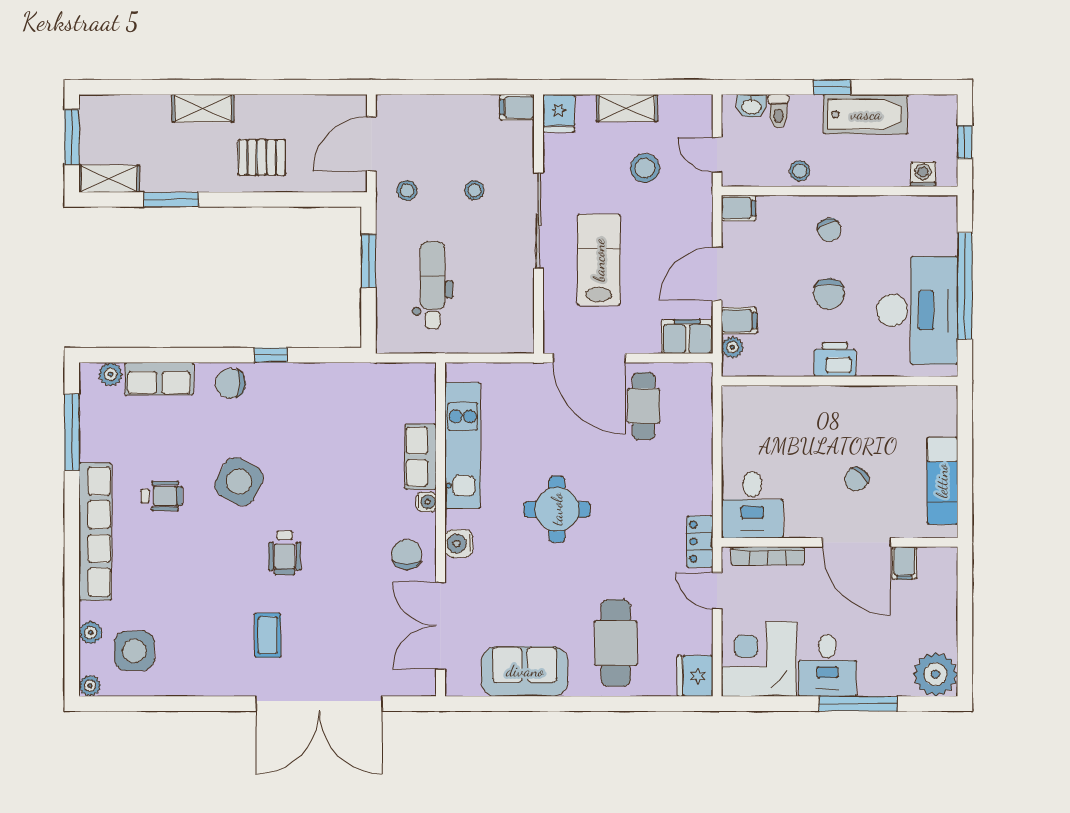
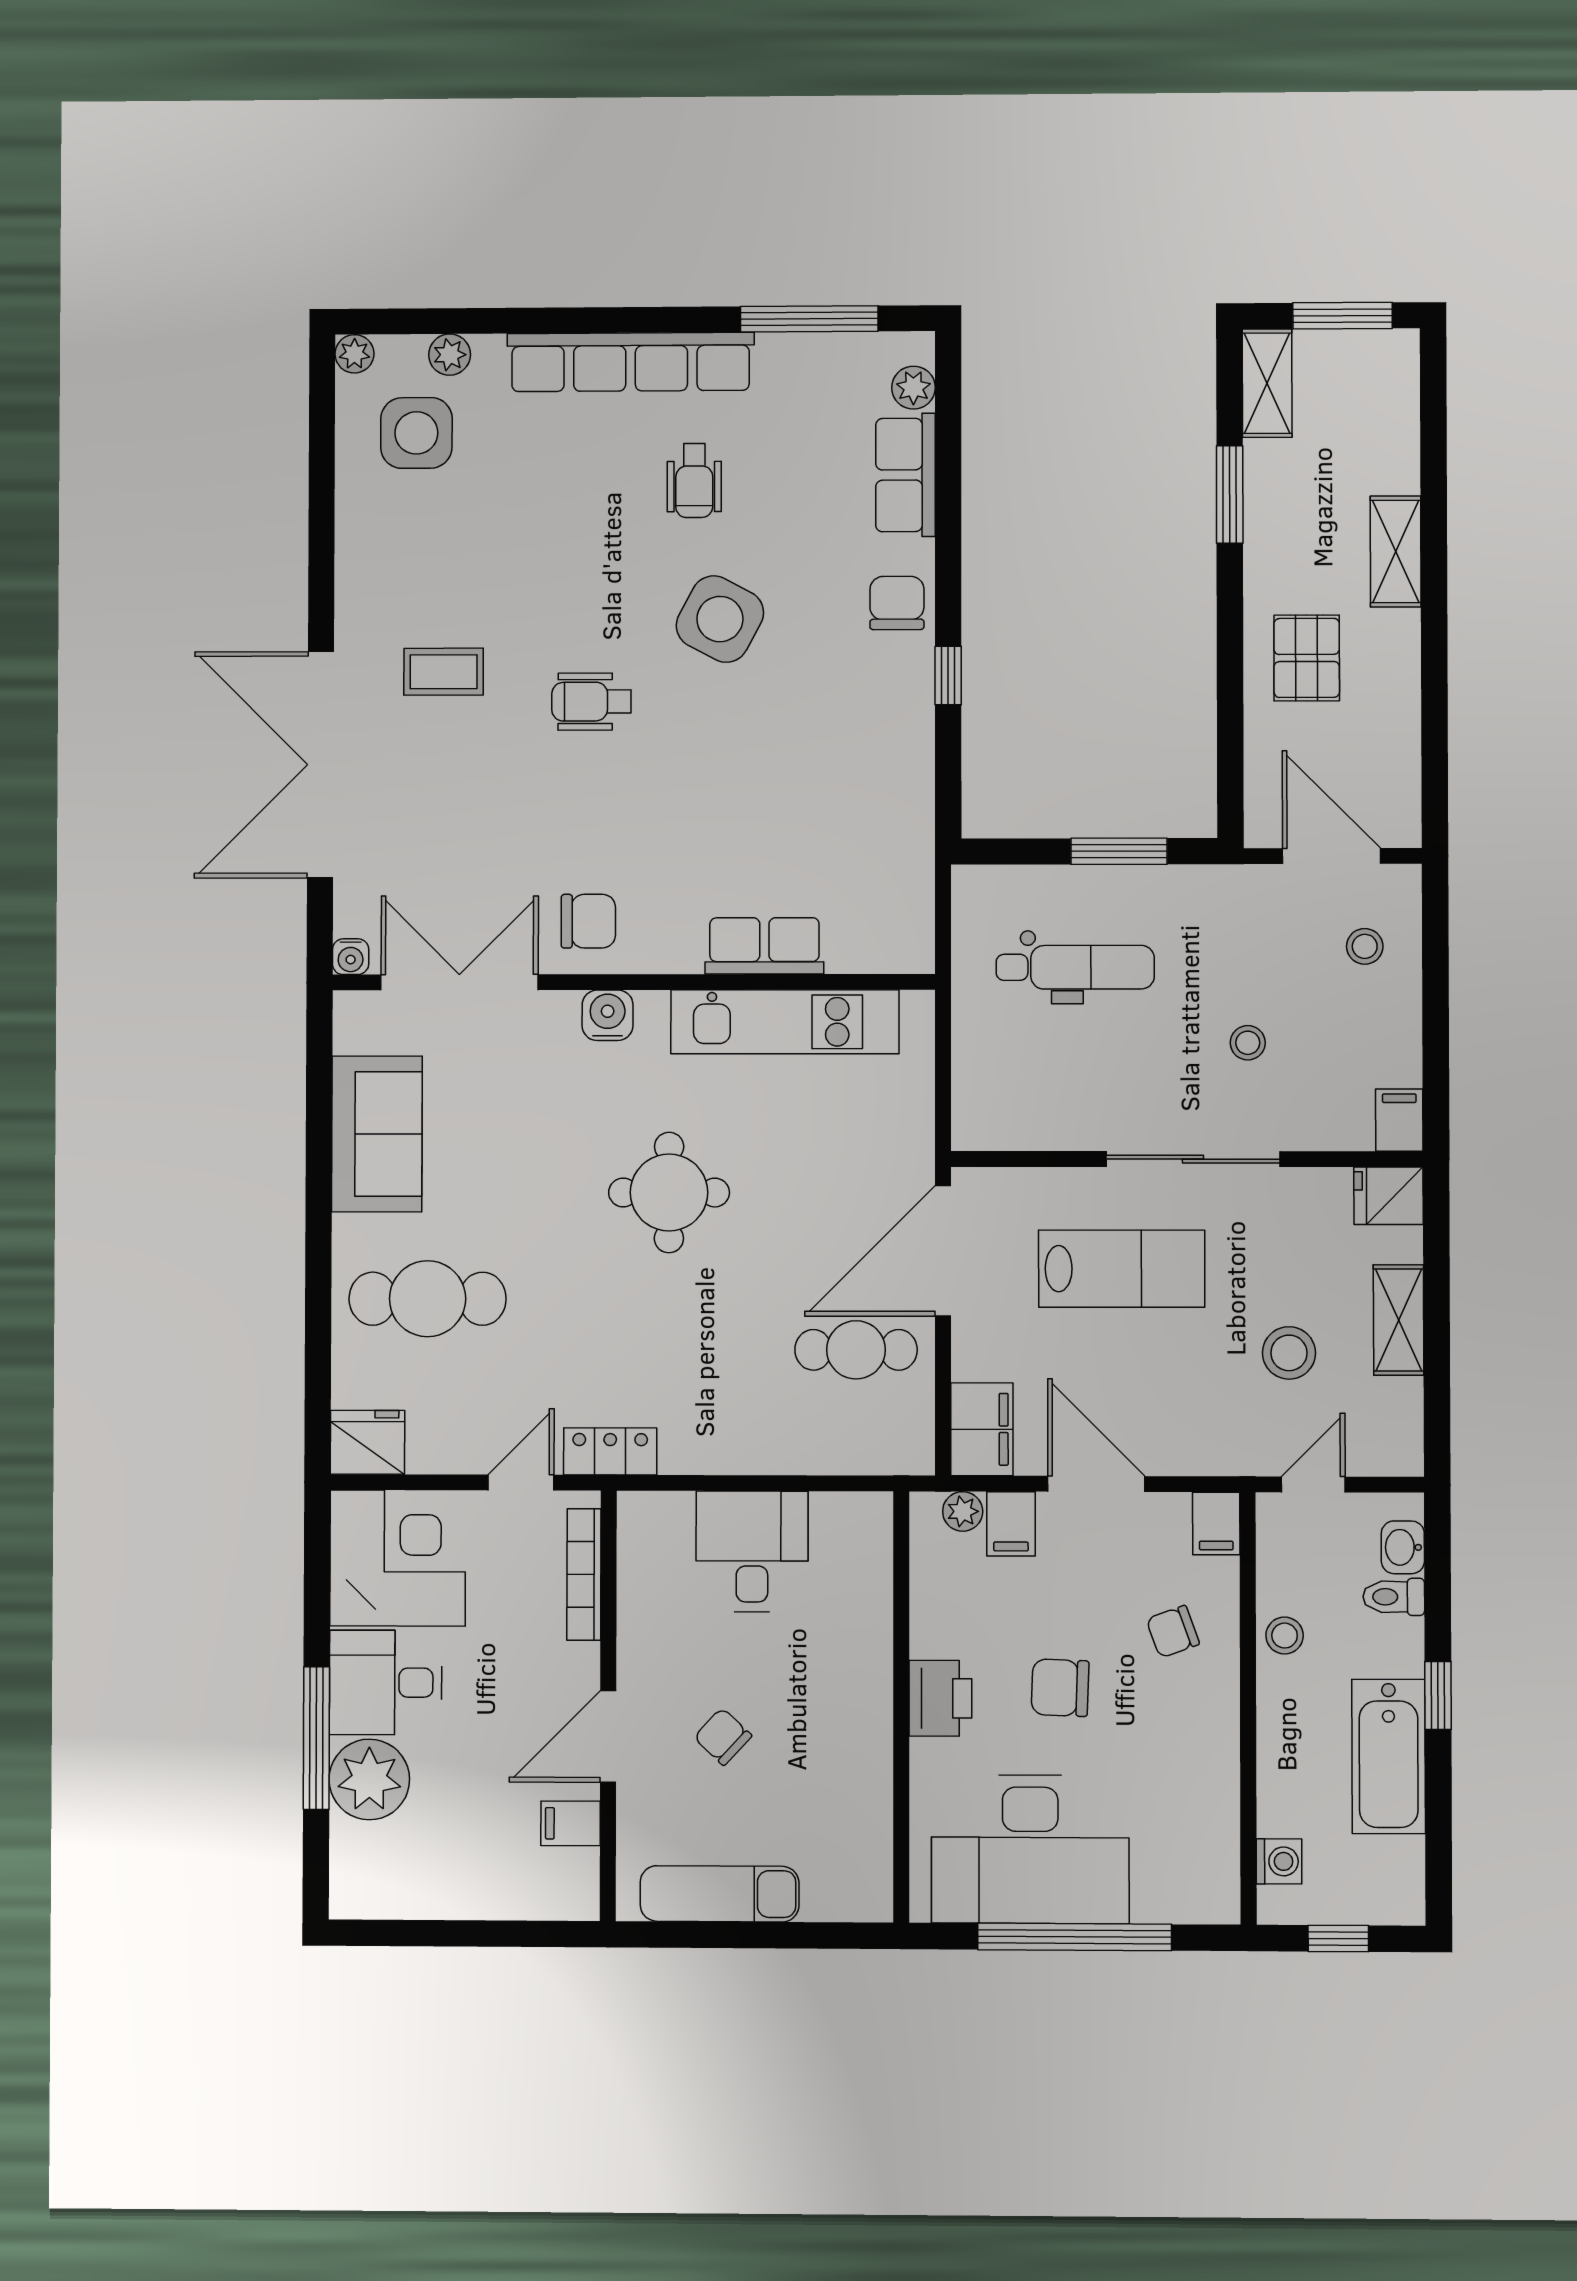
stool: (407, 190) -> (1365, 946), moved
chair: (829, 230) -> (1173, 1632), moved
water cooler: (426, 502) -> (351, 957), moved
desk: (752, 505) -> (752, 1551), moved, turned 90
door: (857, 542) -> (608, 1736), width x0.73
plant: (935, 674) -> (369, 1779), moved

